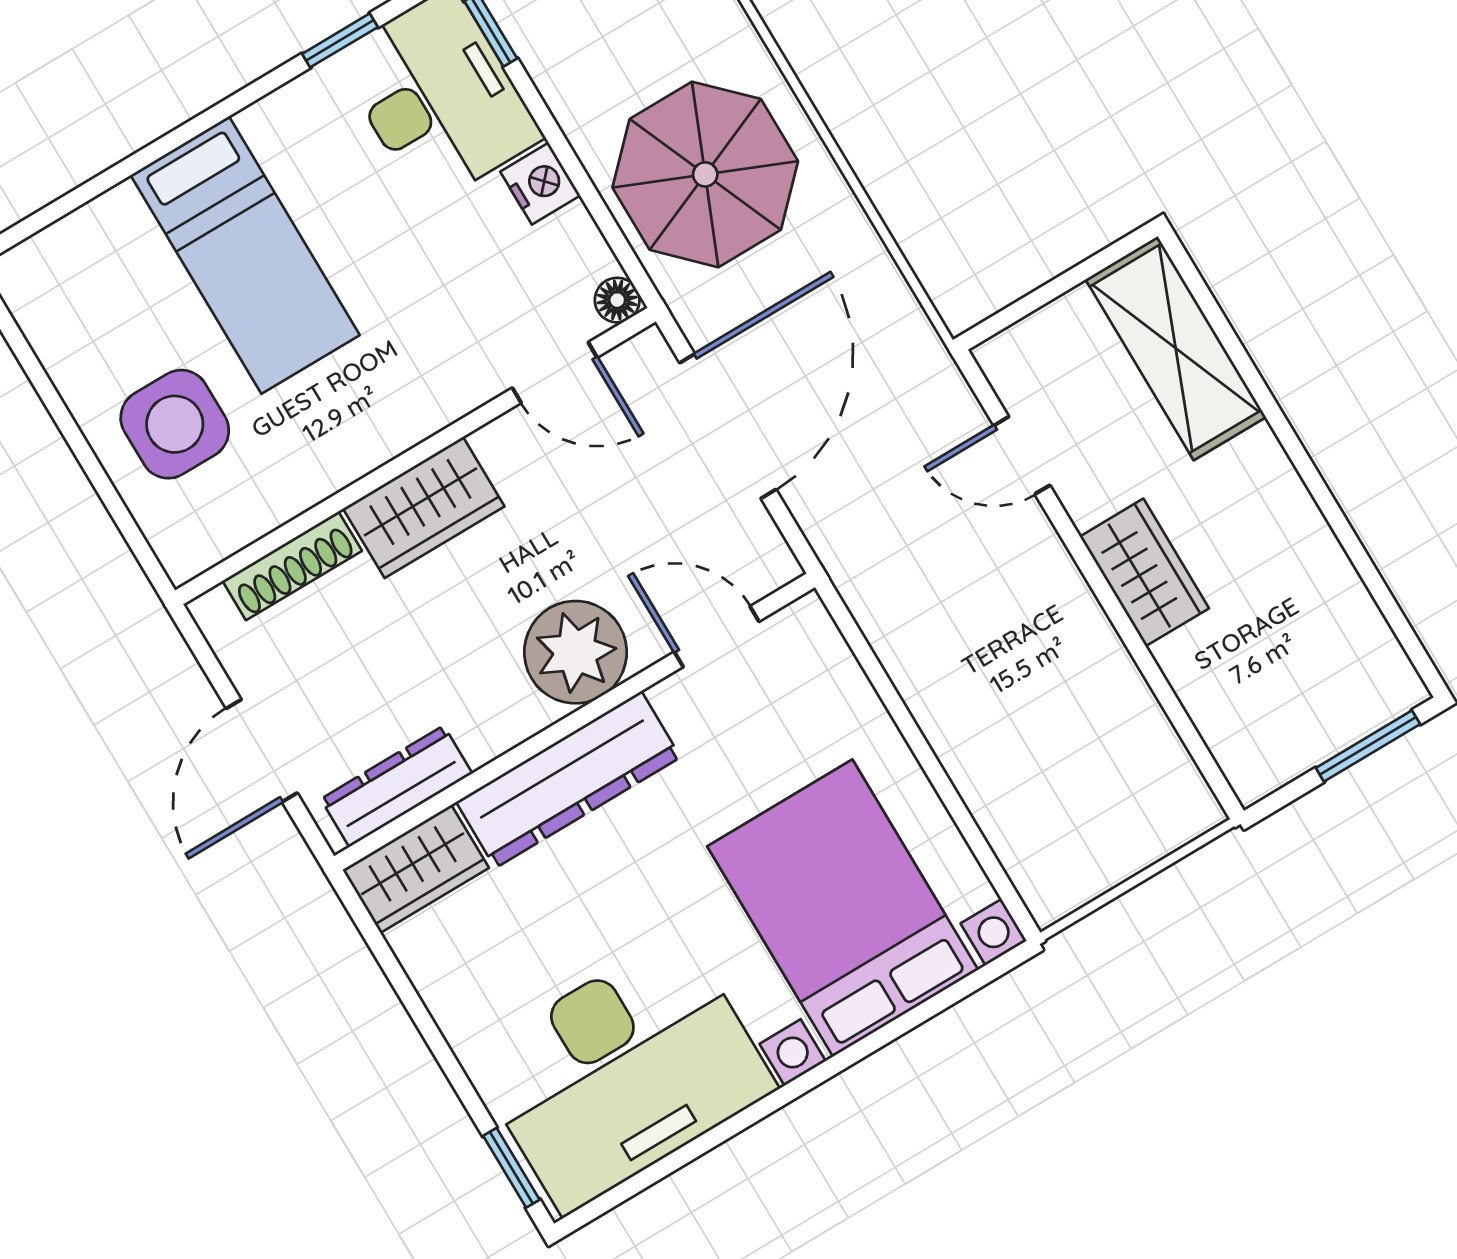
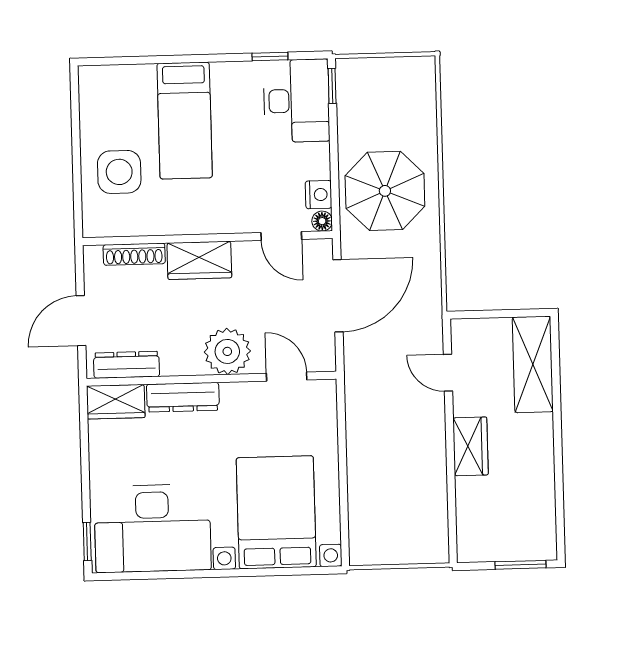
nightstand: (540, 184) -> (319, 195), moved
dresser: (568, 780) -> (183, 397), width x0.73, depth x0.80

